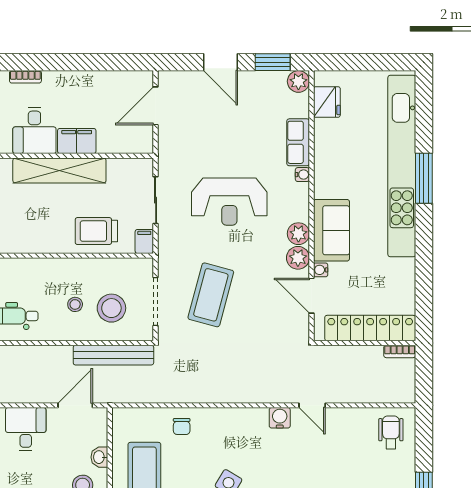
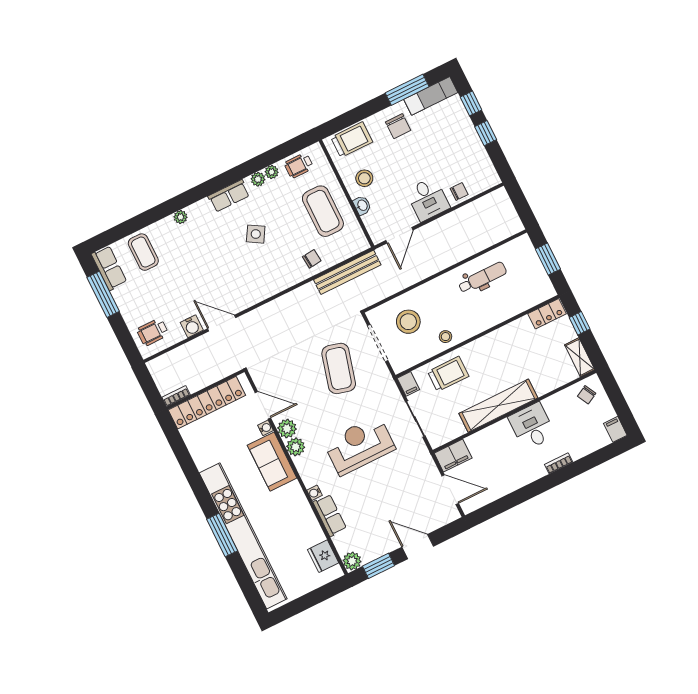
door: (156, 106) -> (450, 490), hinge flipped
filing cabinet: (77, 141) -> (453, 456), moved
stool: (75, 304) -> (446, 337), moved
bench: (113, 355) -> (347, 272), moved
door: (312, 405) -> (222, 323), width x1.38
water cooler: (280, 418) -> (192, 326), moved
chair: (182, 427) -> (312, 259), turned 84
wheelchair: (391, 432) -> (153, 332), turned 90

